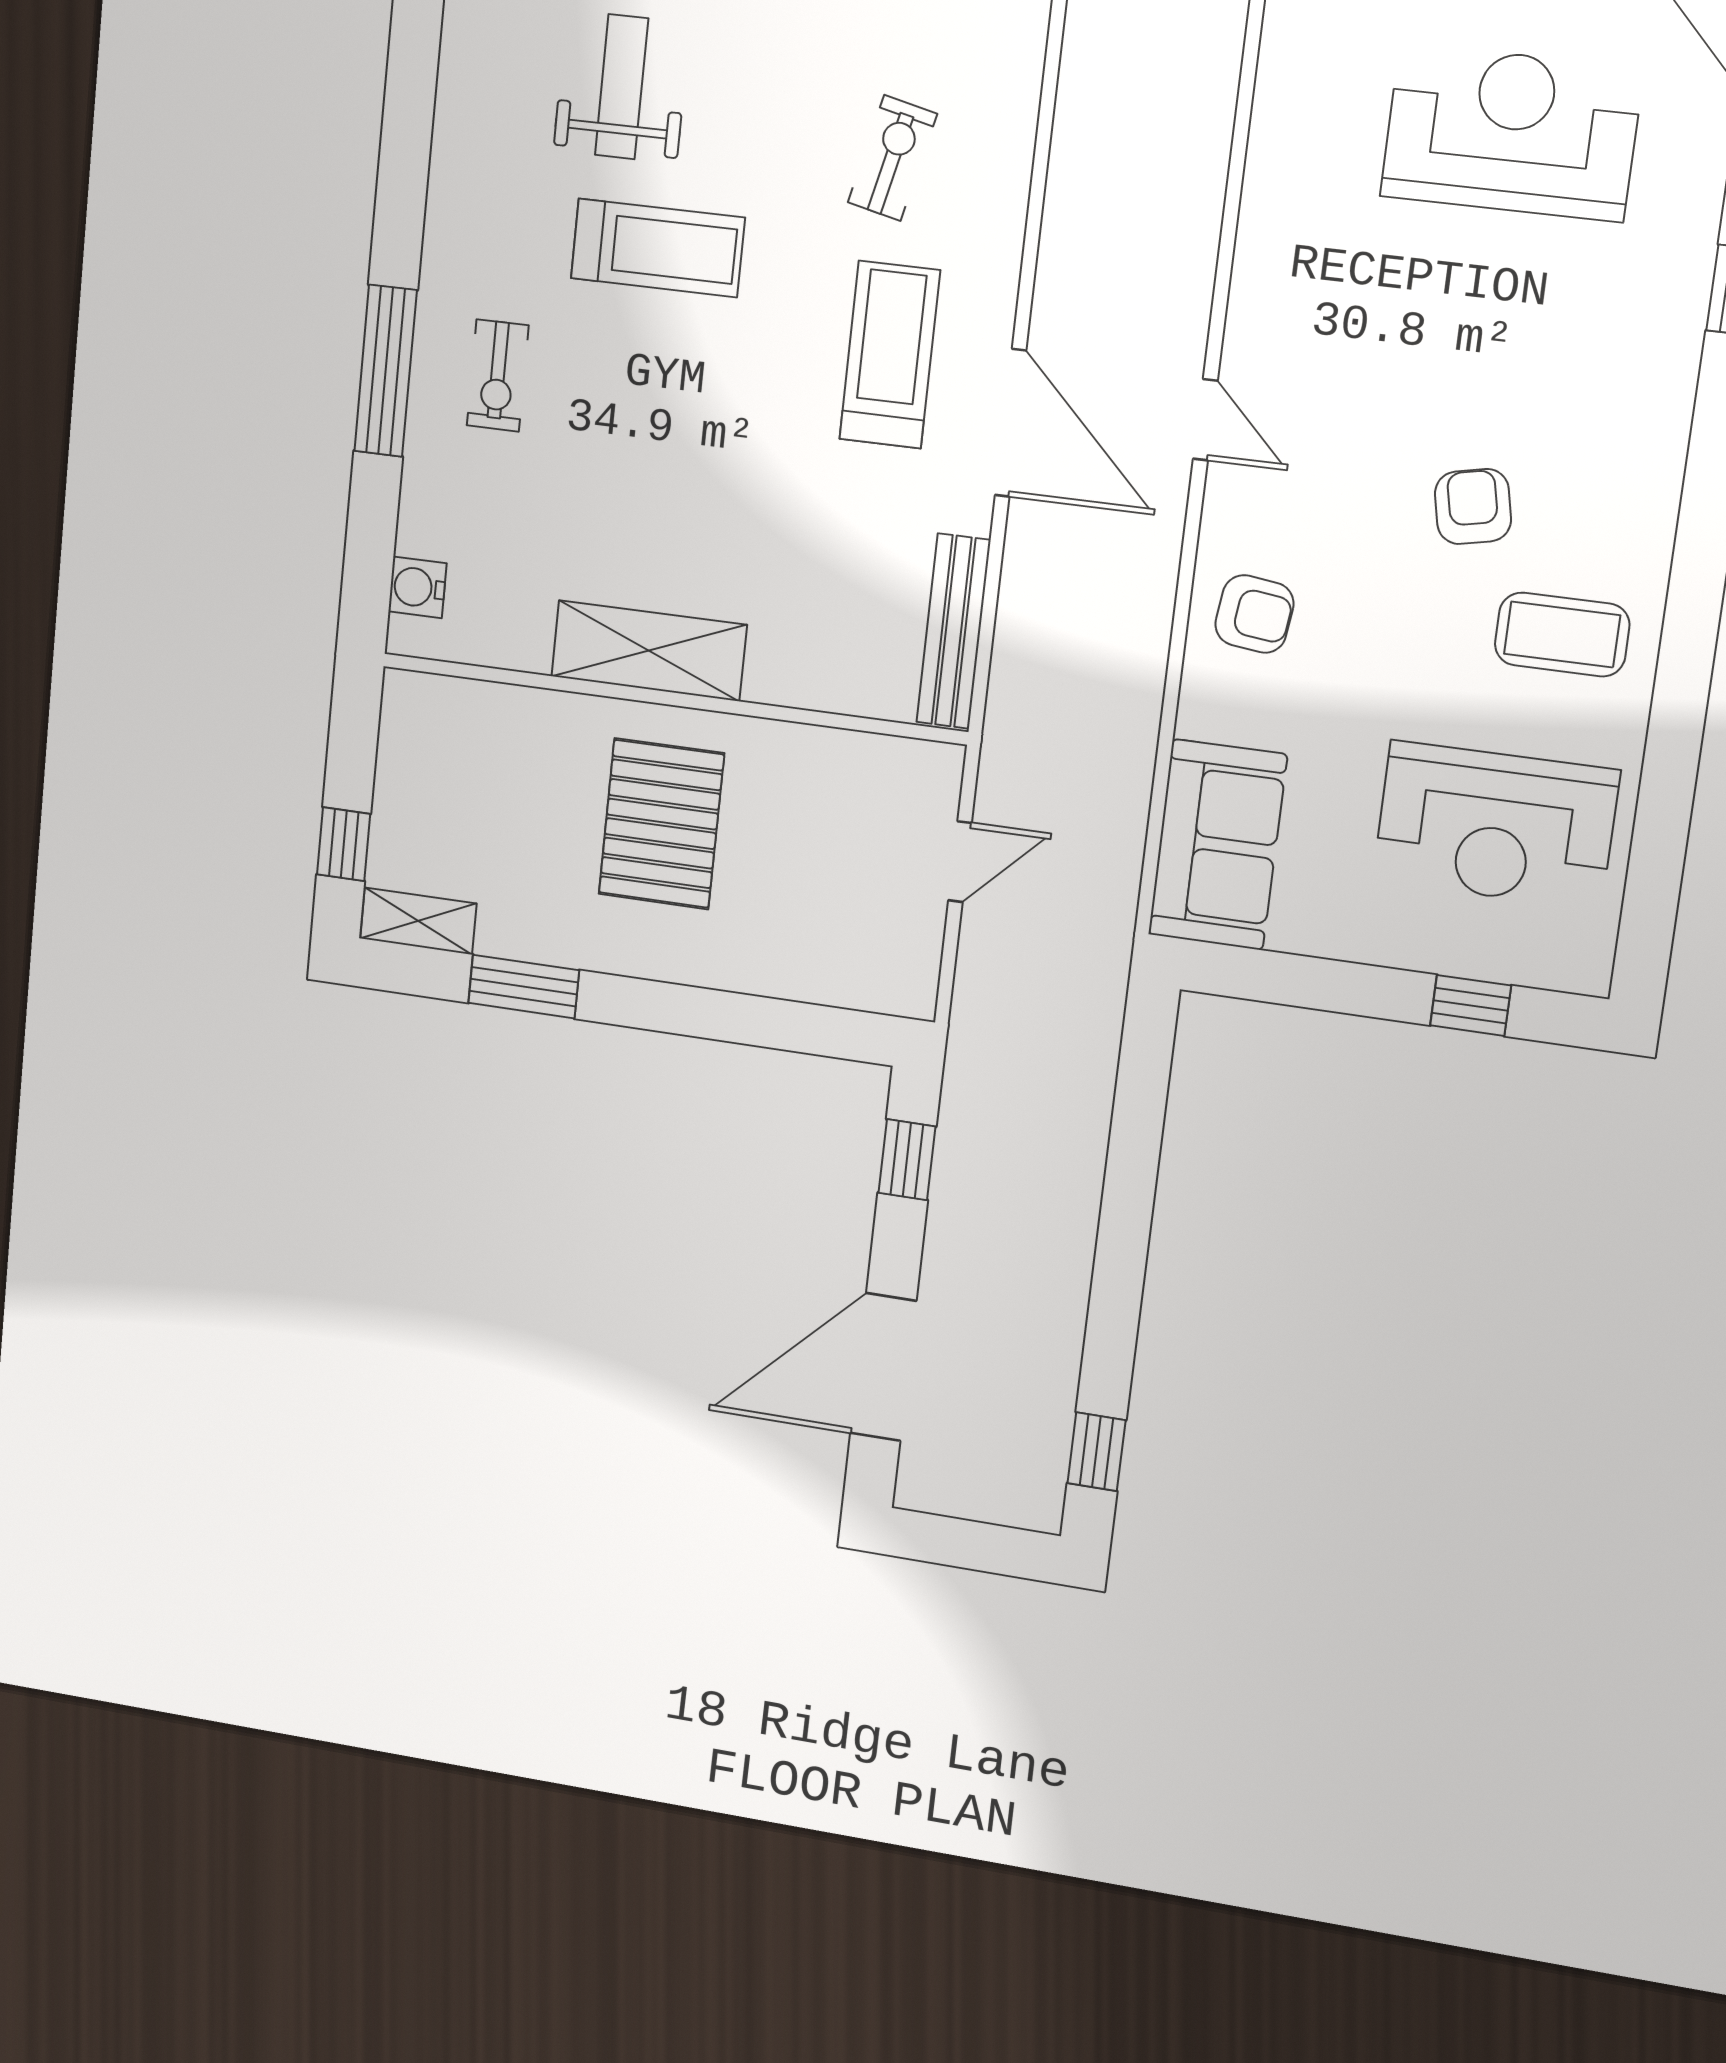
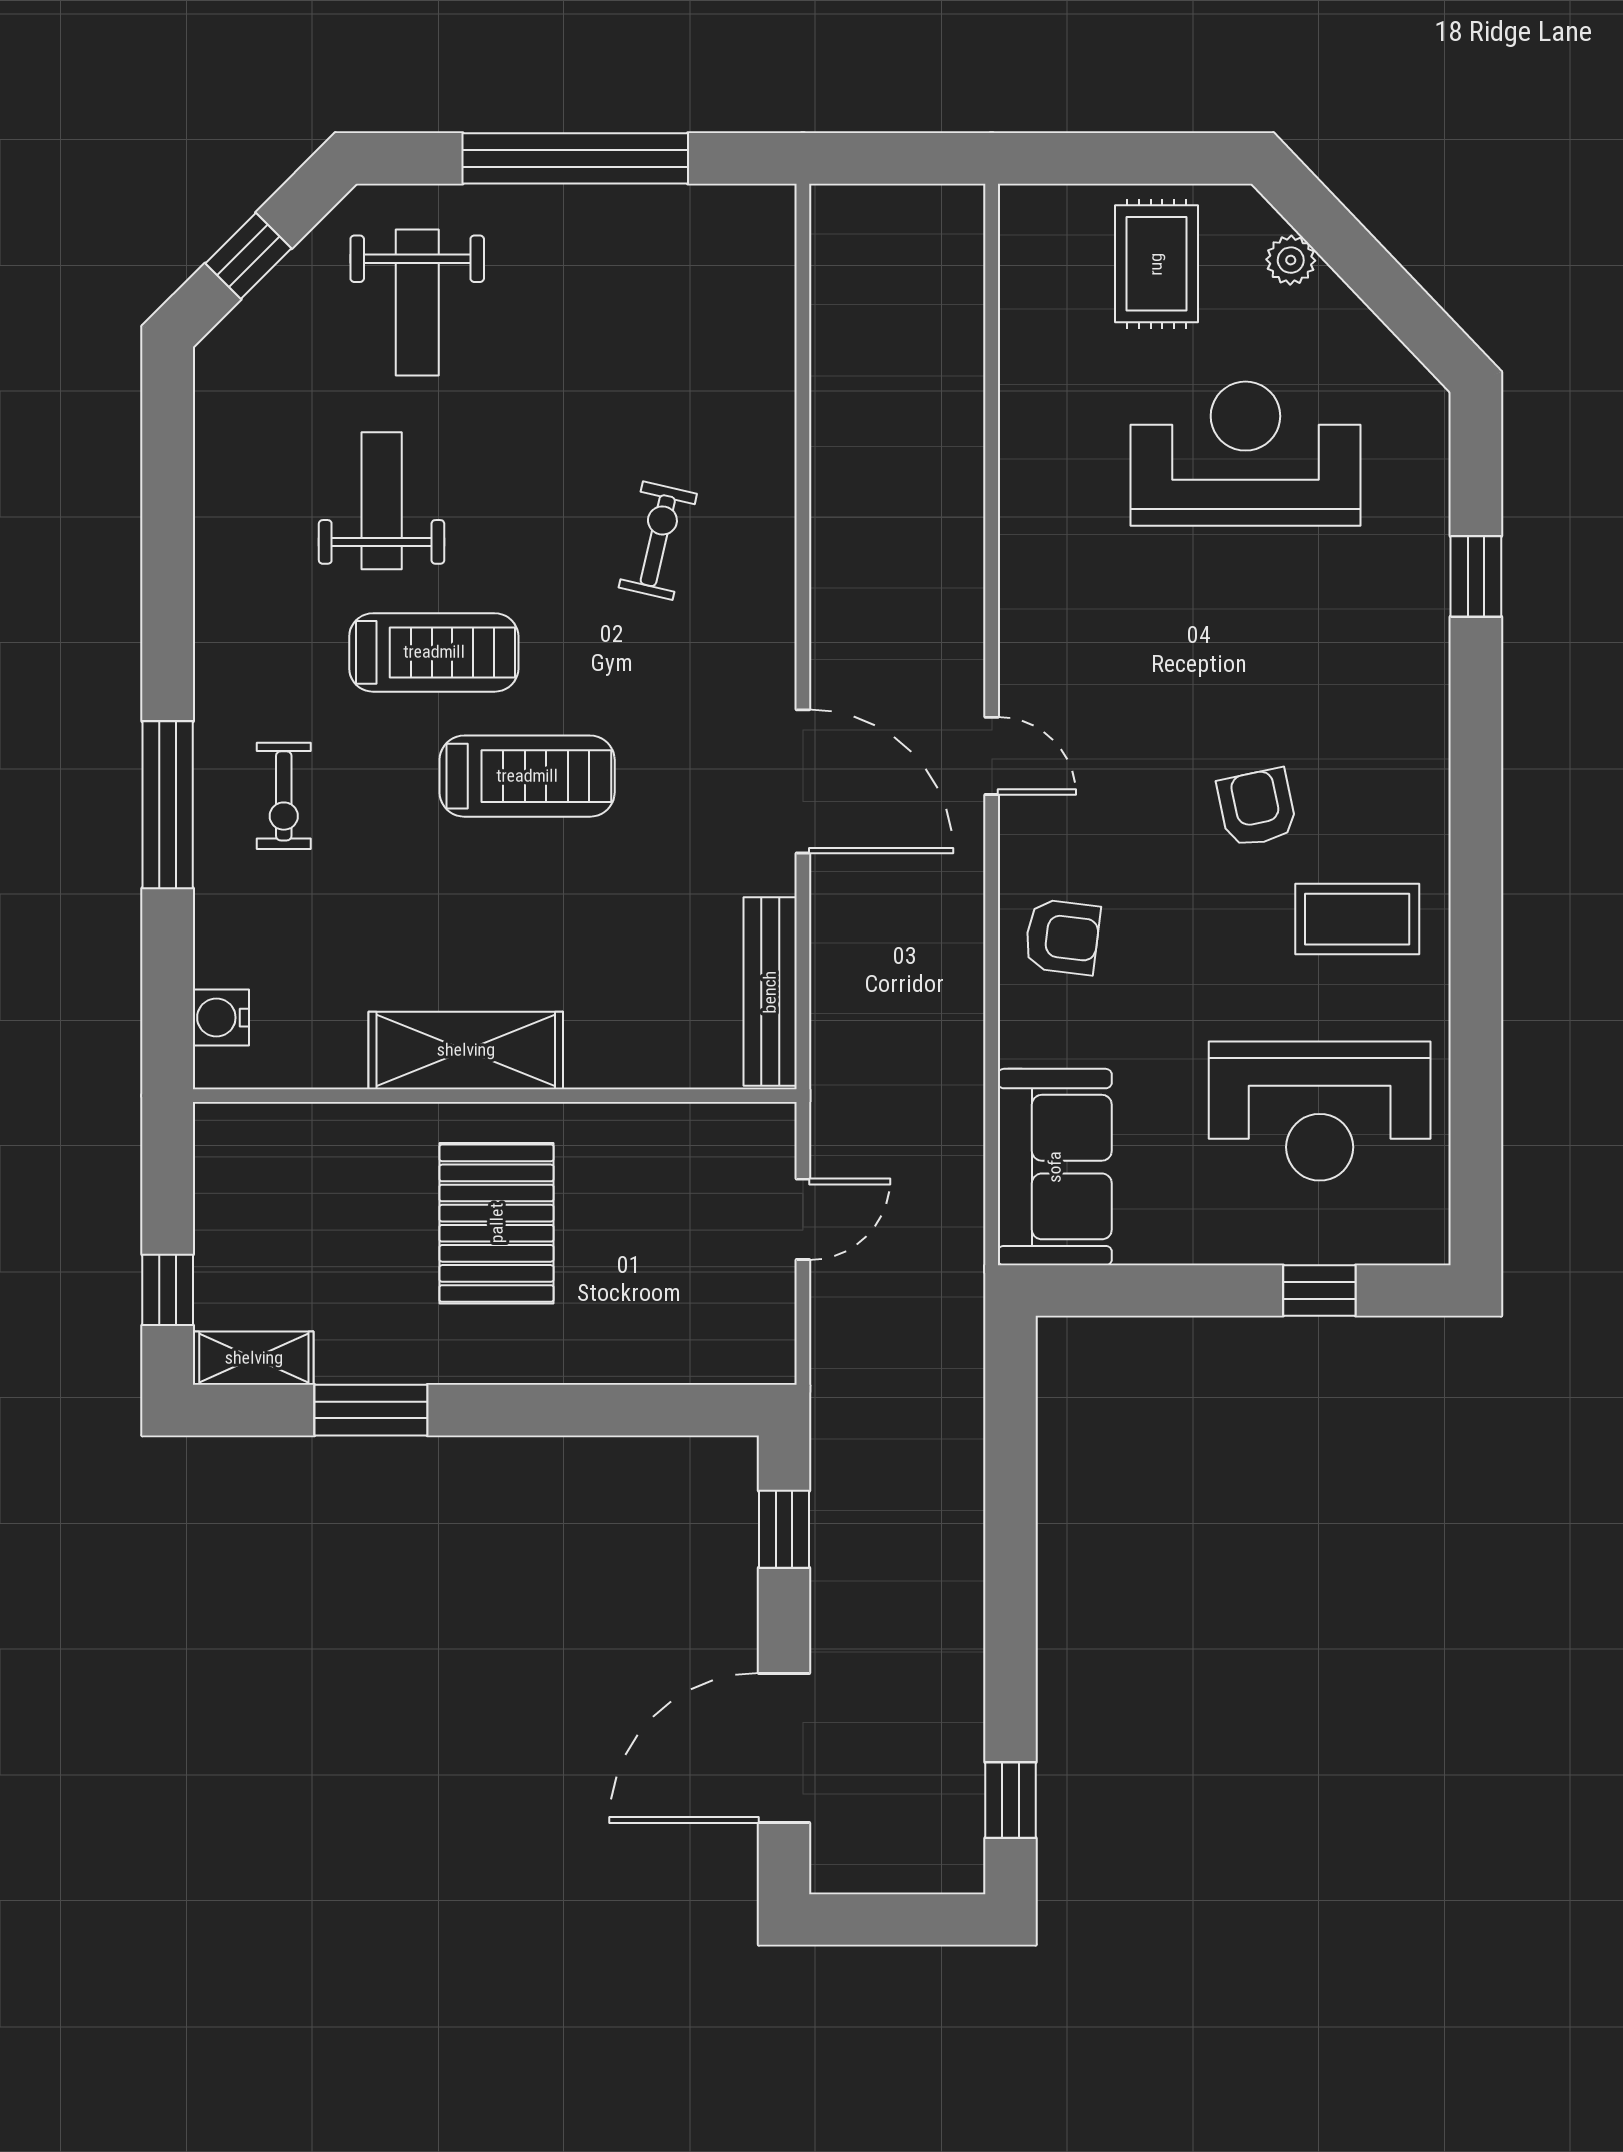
treadmill: (890, 355) -> (527, 776), moved, turned 90

